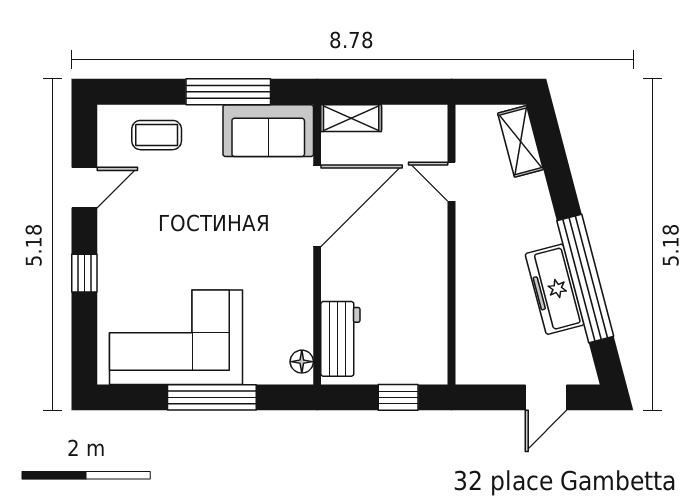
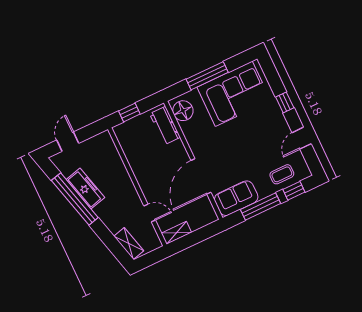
window: (148, 92) -> (294, 191), added
shelving: (351, 118) -> (176, 233), moved
floor lamp: (302, 362) -> (183, 111), width x1.89, depth x1.89

